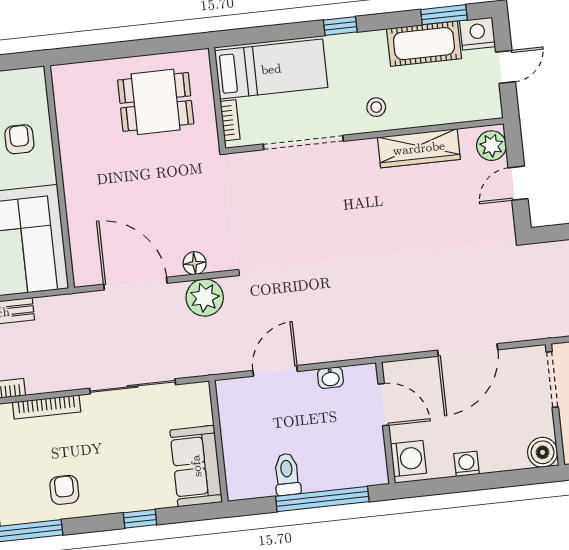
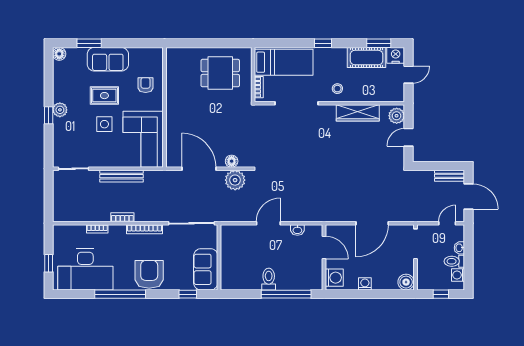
wall: (218, 441) -> (219, 257), moved
sofa: (196, 466) -> (206, 269), moved
armchair: (64, 490) -> (149, 274), width x1.88, depth x1.88

